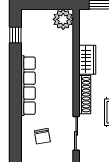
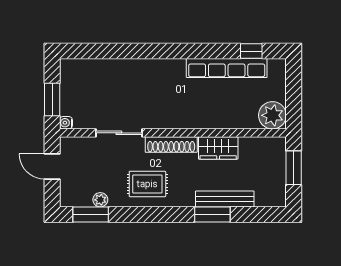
row of seats: (28, 86) -> (227, 68), moved
chair: (42, 136) -> (115, 87), removed

